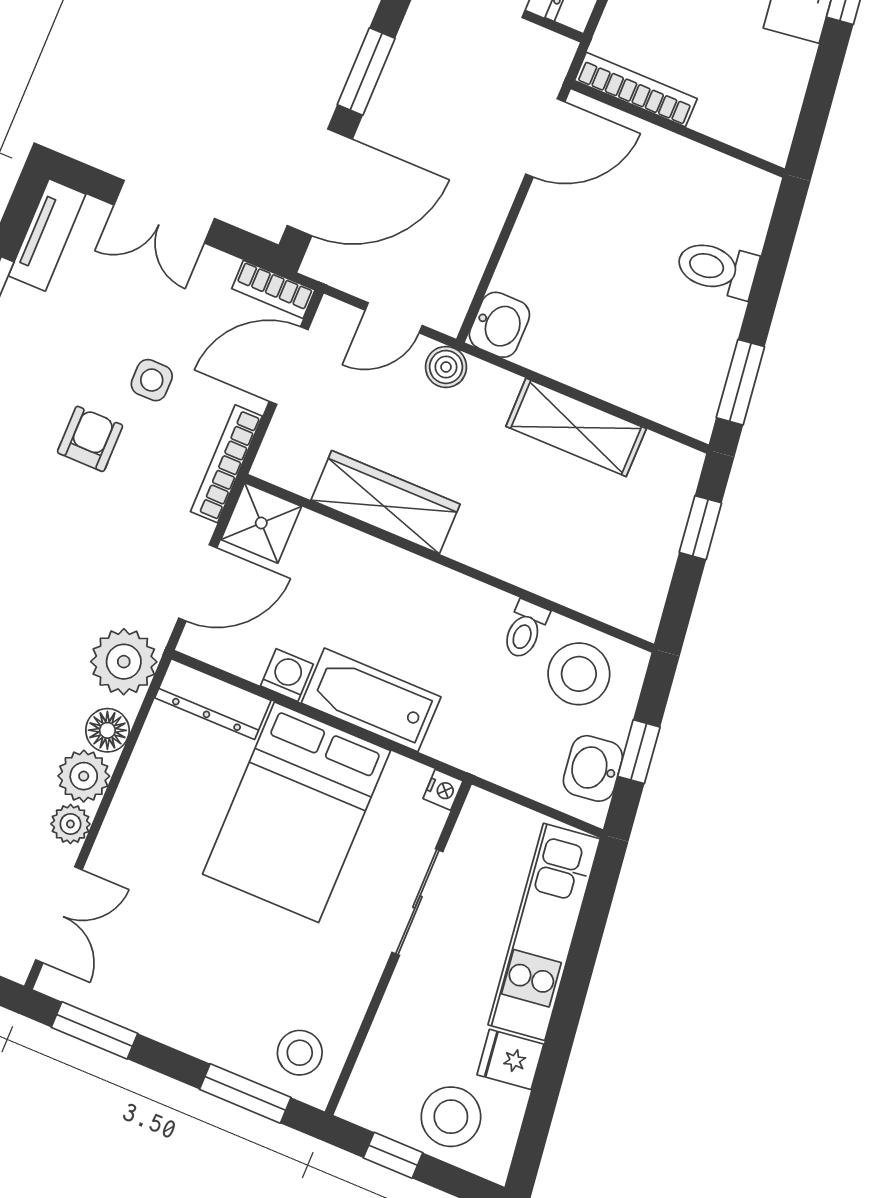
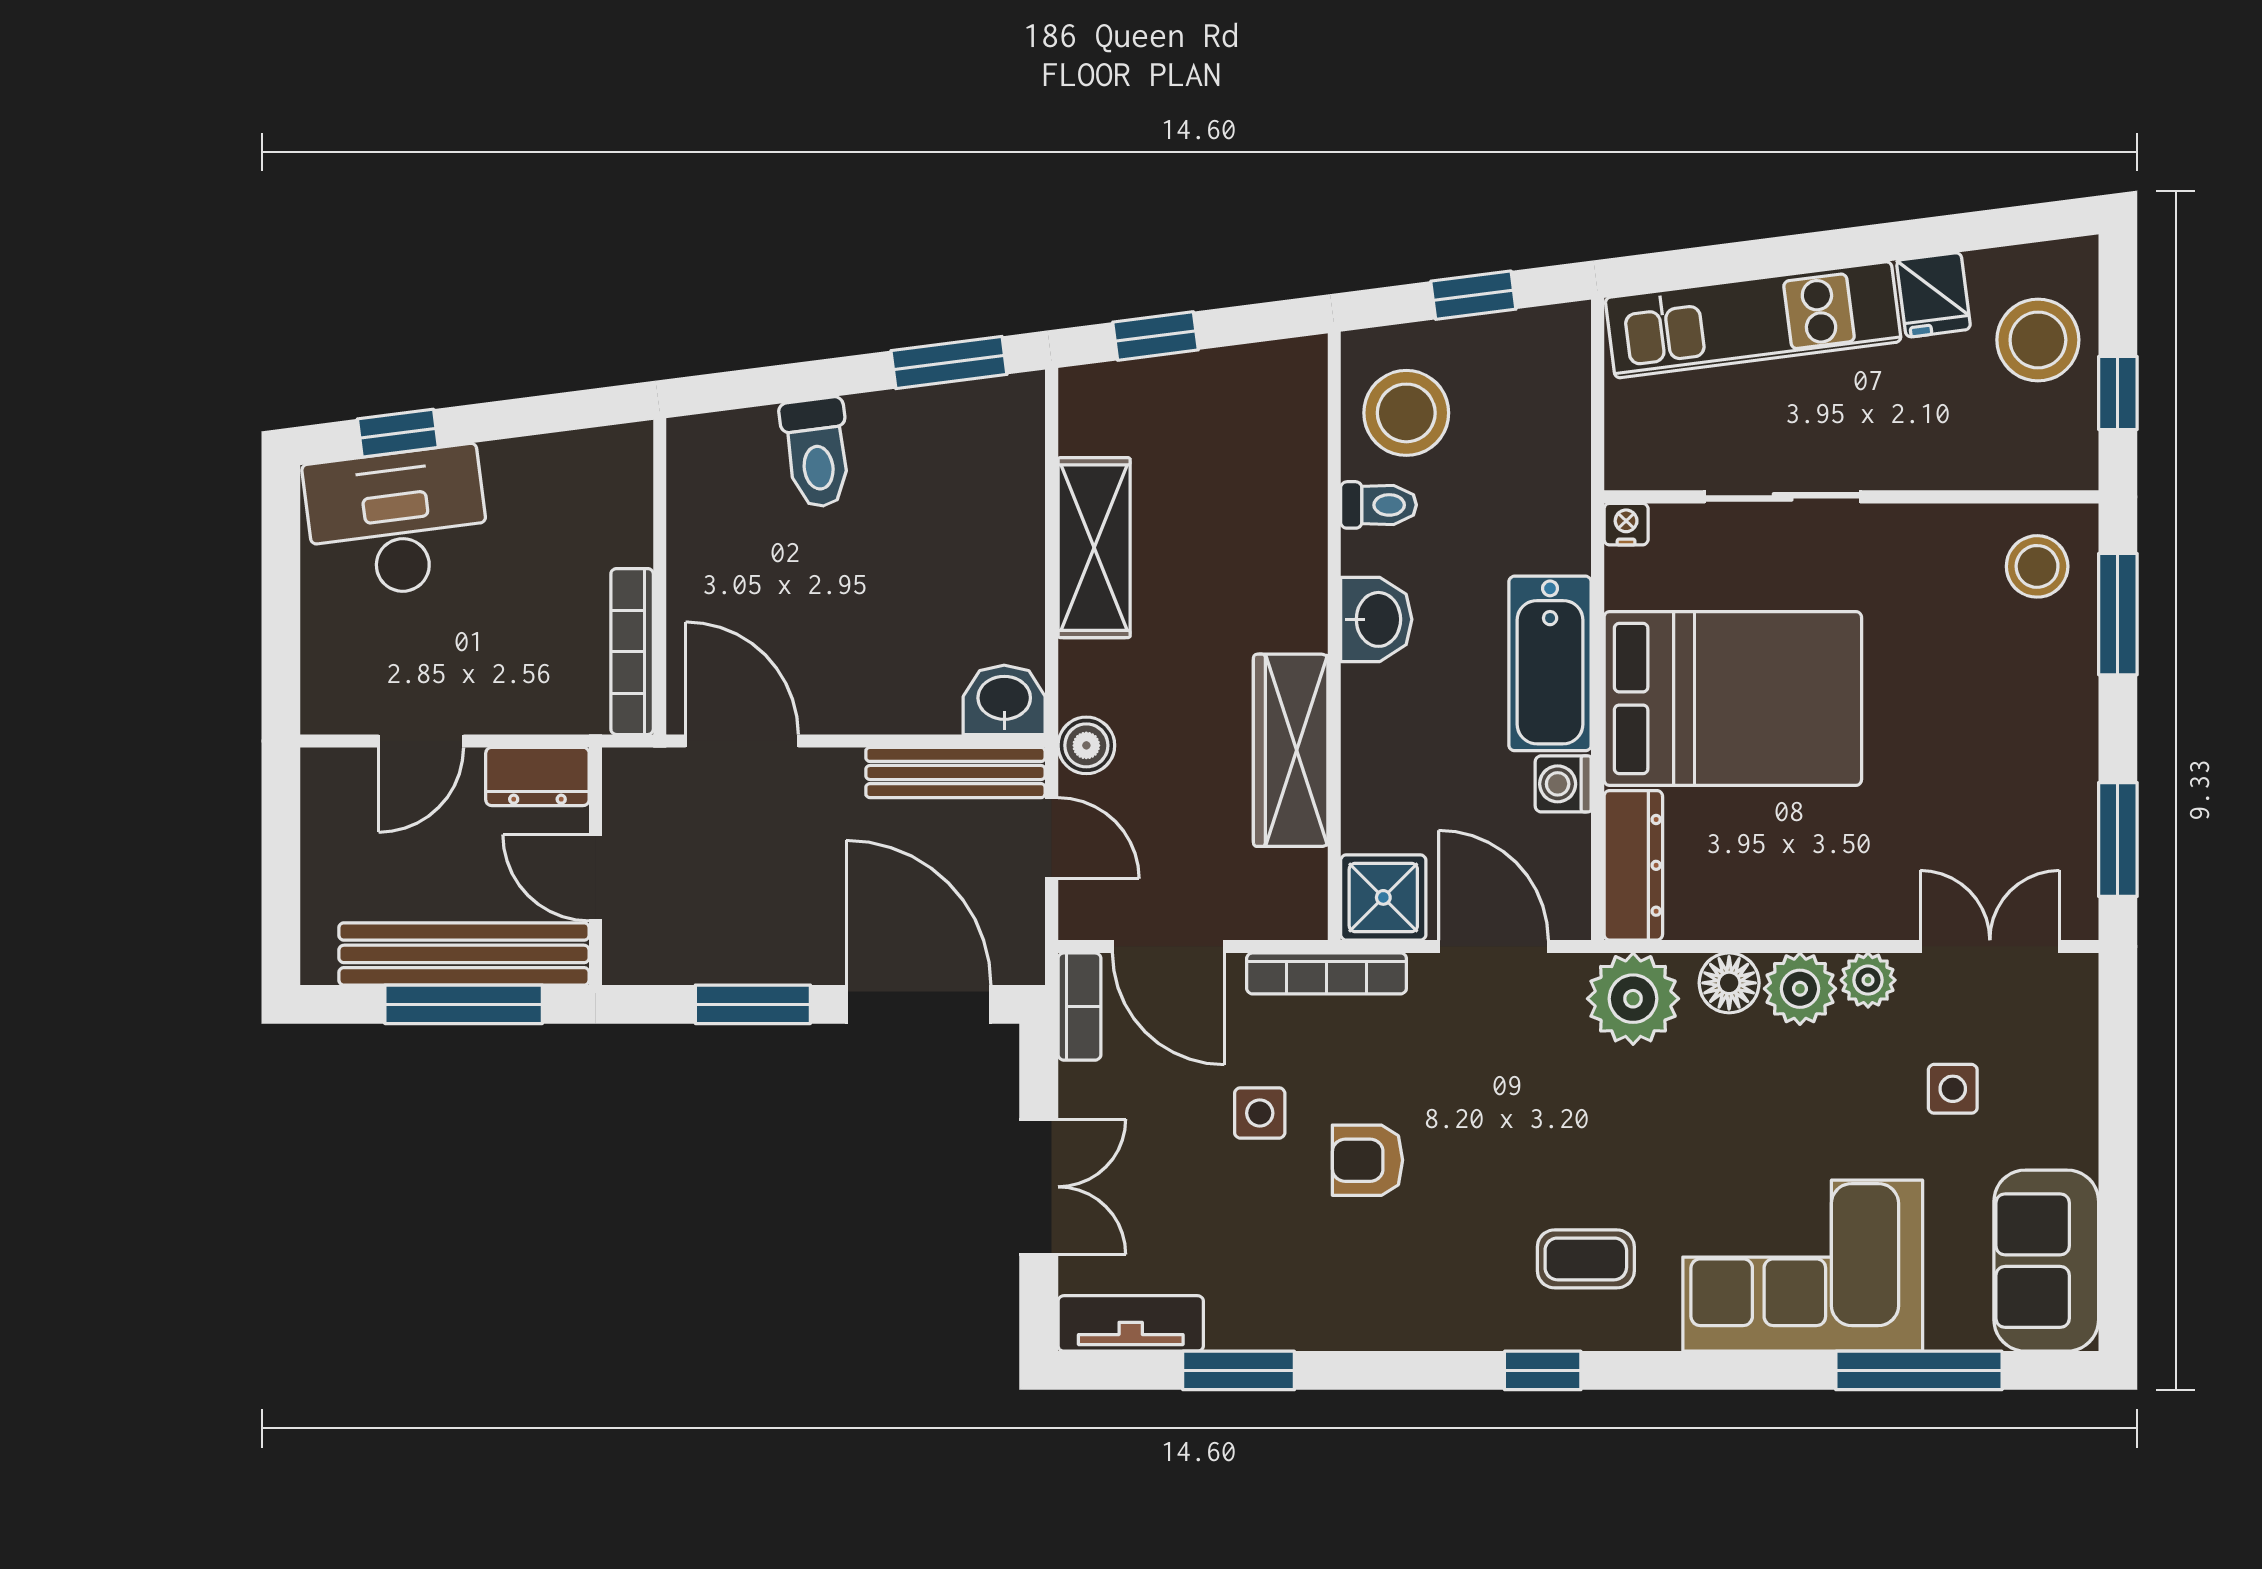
bench: (464, 272) -> (955, 773), added
washbasin: (593, 768) -> (1376, 619), moved, turned -83

